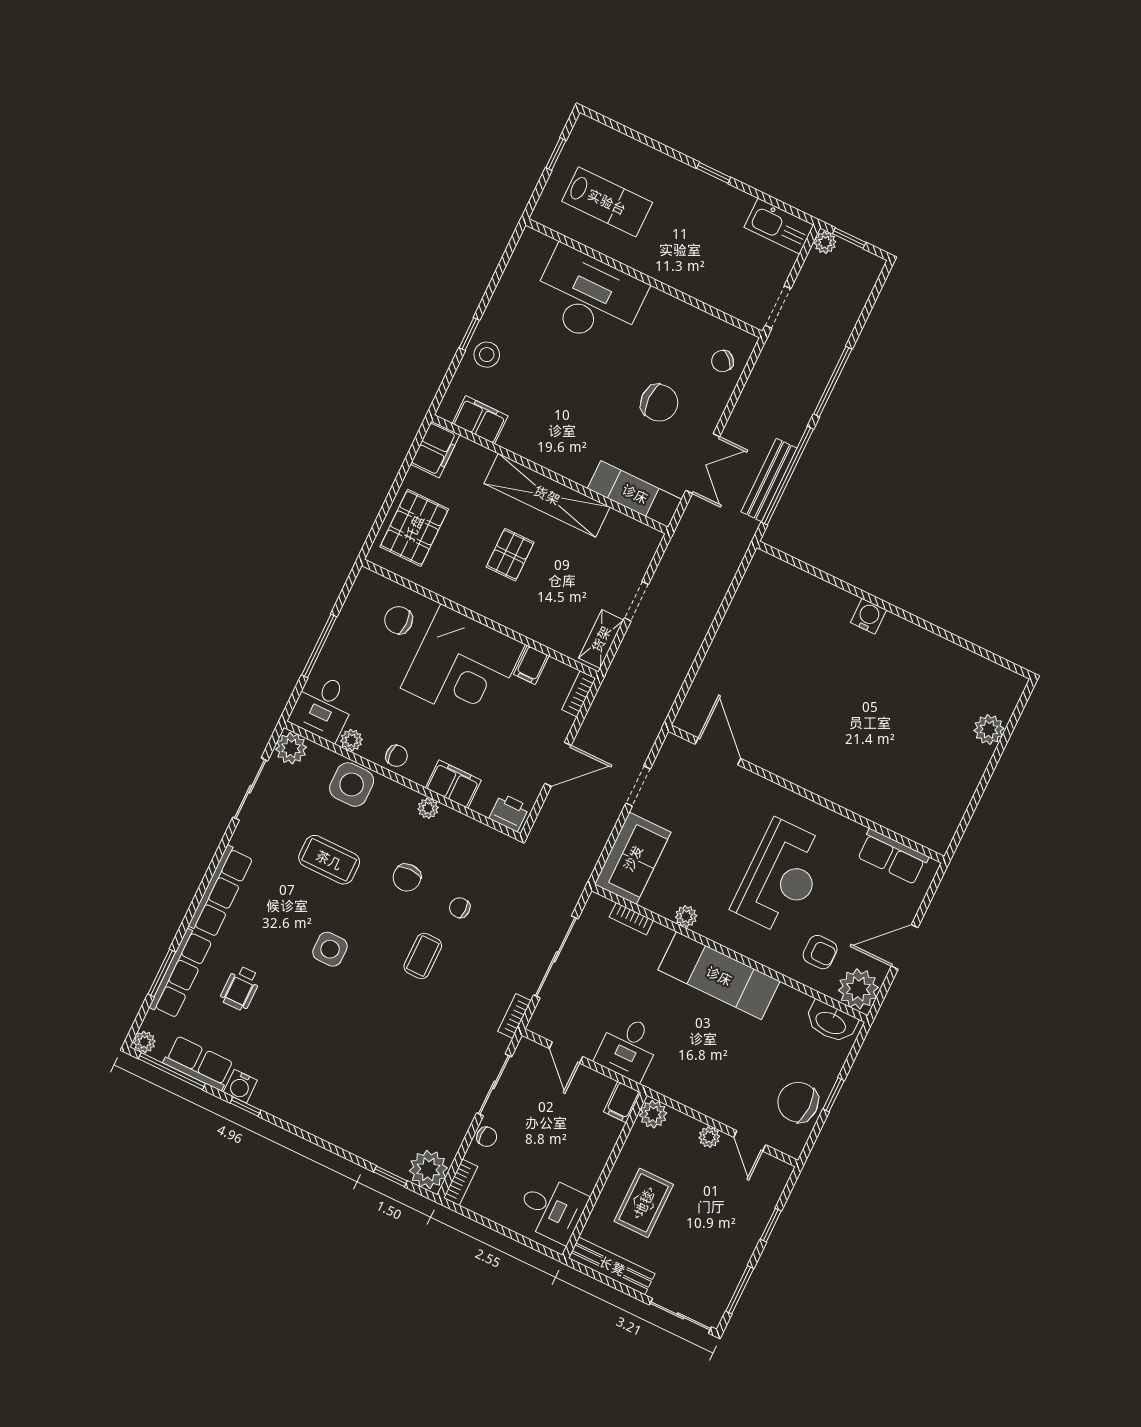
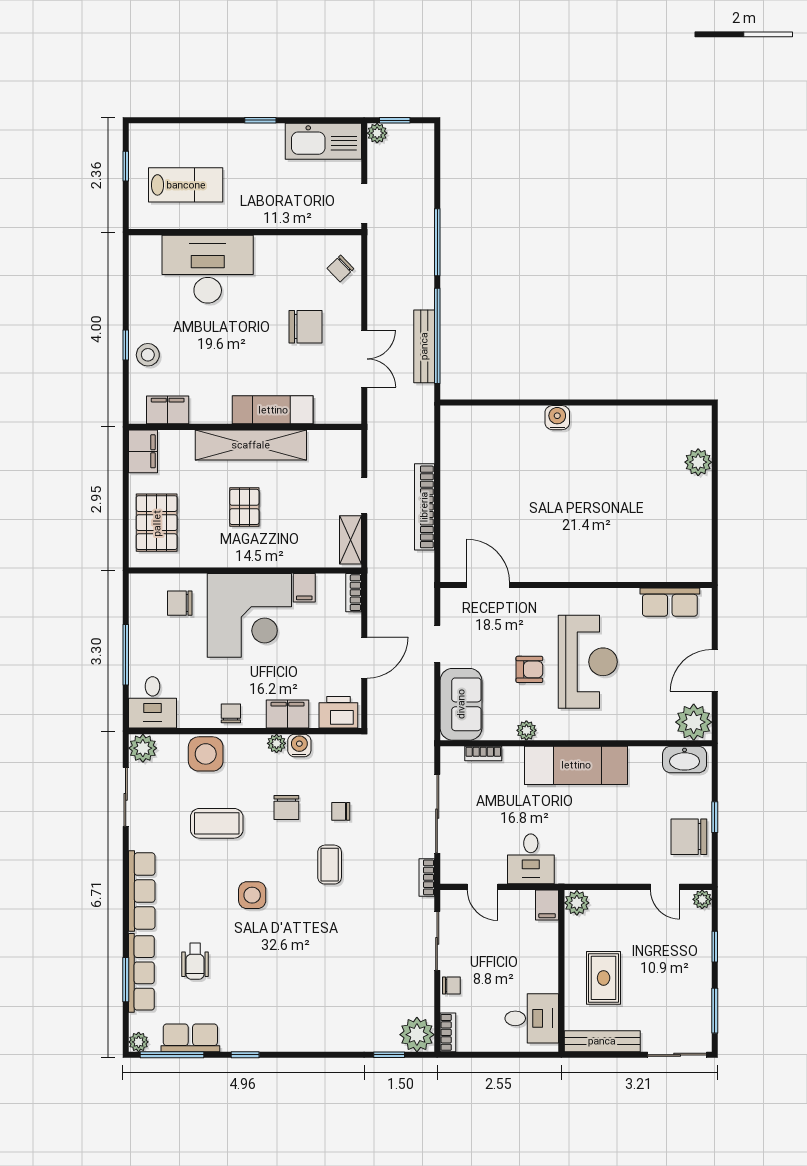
kitchen sink: (779, 226) -> (323, 141), width x1.36, depth x1.24
exam couch: (635, 494) -> (273, 410), moved
bookcase: (692, 642) -> (424, 507), added
plant: (351, 740) -> (188, 718), removed
chair: (397, 756) -> (231, 713), turned -90
printer: (509, 812) -> (338, 712), width x1.36, depth x1.24
armchair: (820, 952) -> (529, 669), moved
water cooler: (240, 1086) -> (299, 745), moved, turned 180
plant: (709, 1137) -> (702, 899), moved

